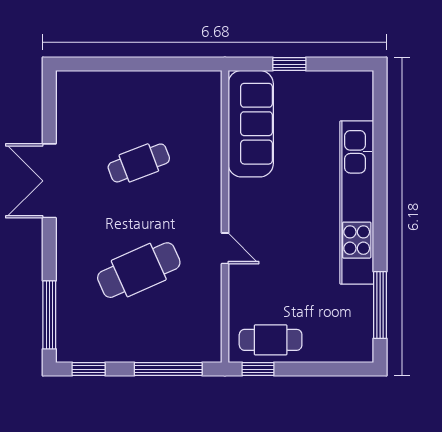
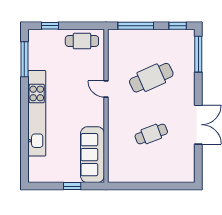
window: (258, 369) -> (50, 26), moved

